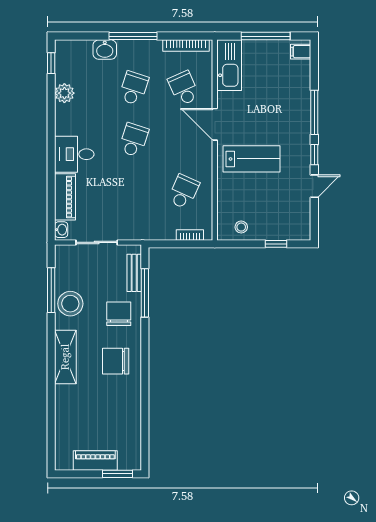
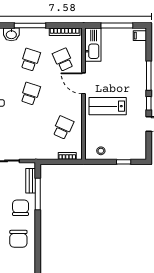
lab bench: (251, 159) -> (108, 106), turned 180
chair: (116, 361) -> (18, 239), turned -90

